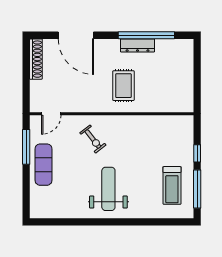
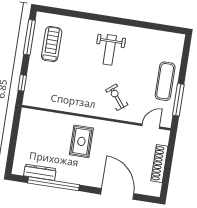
dresser: (138, 45) -> (40, 172), moved
shoe rack: (36, 59) -> (159, 164), moved
window: (197, 153) -> (22, 83), moved
weight bench: (108, 189) -> (110, 50), width x0.73, depth x0.75

